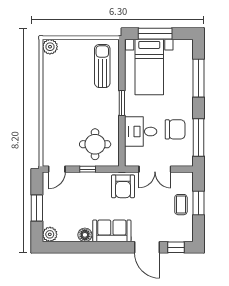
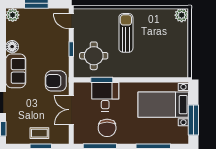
window: (155, 34) -> (193, 120), moved
sun lounger: (102, 66) -> (126, 33), moved, turned -90
window: (122, 103) -> (102, 80), moved

